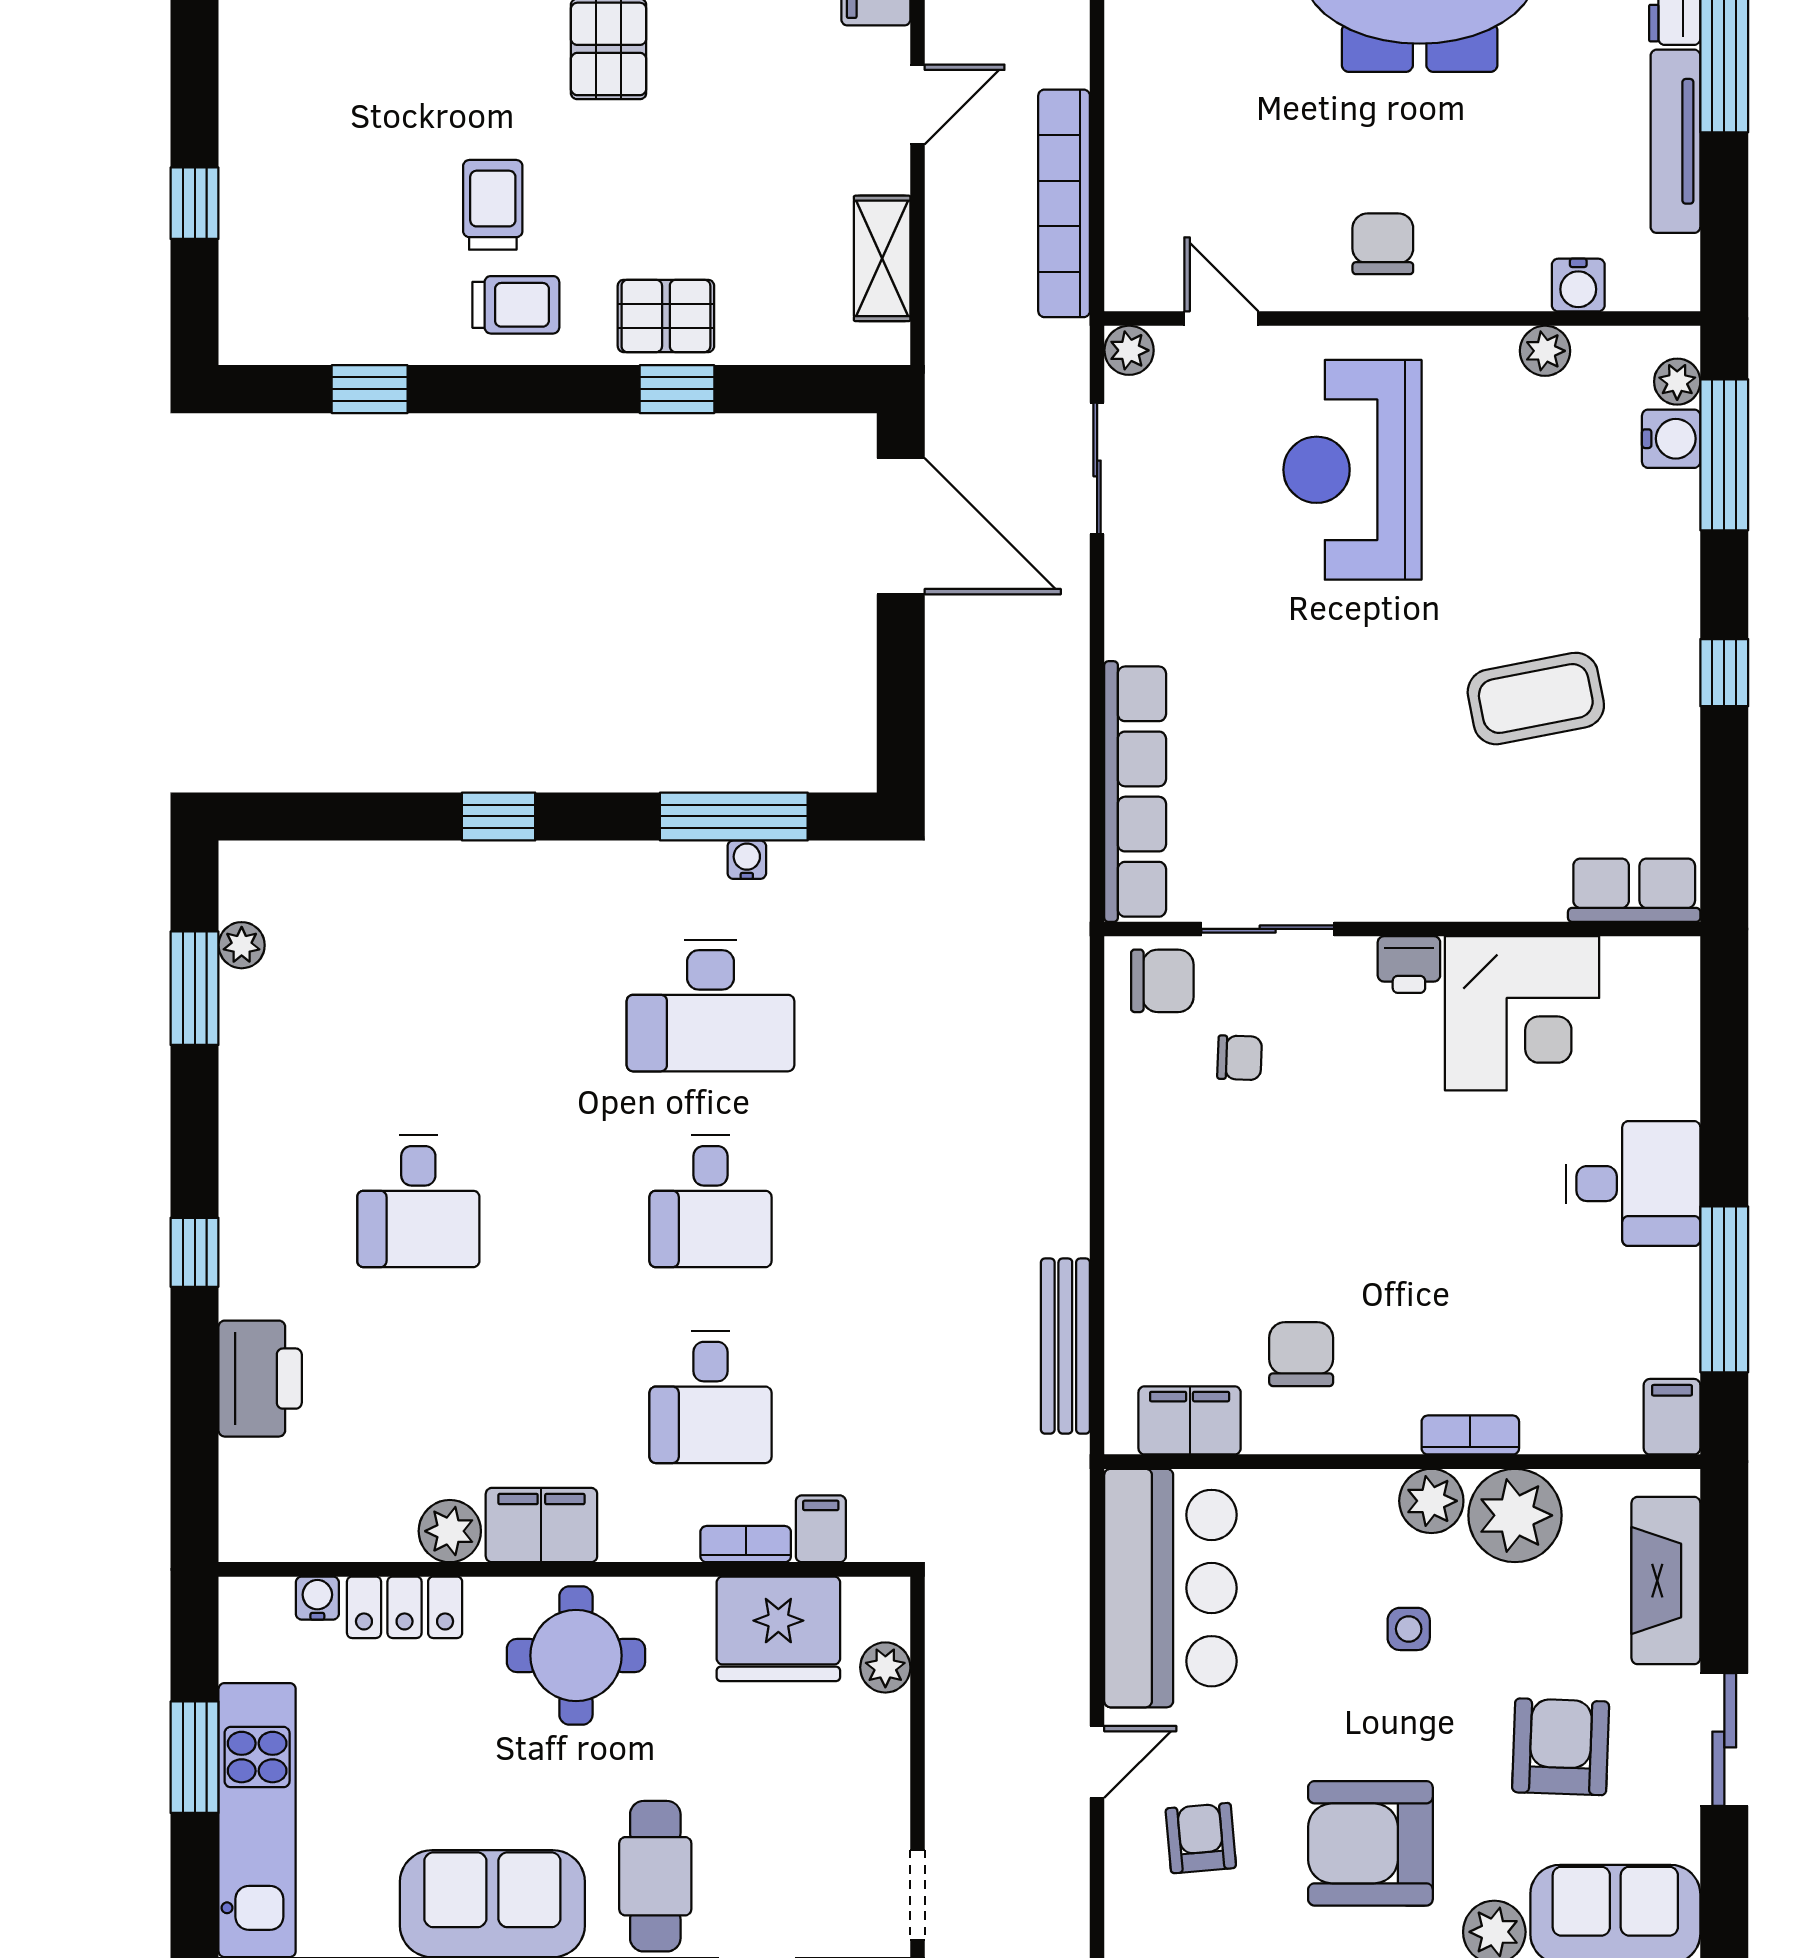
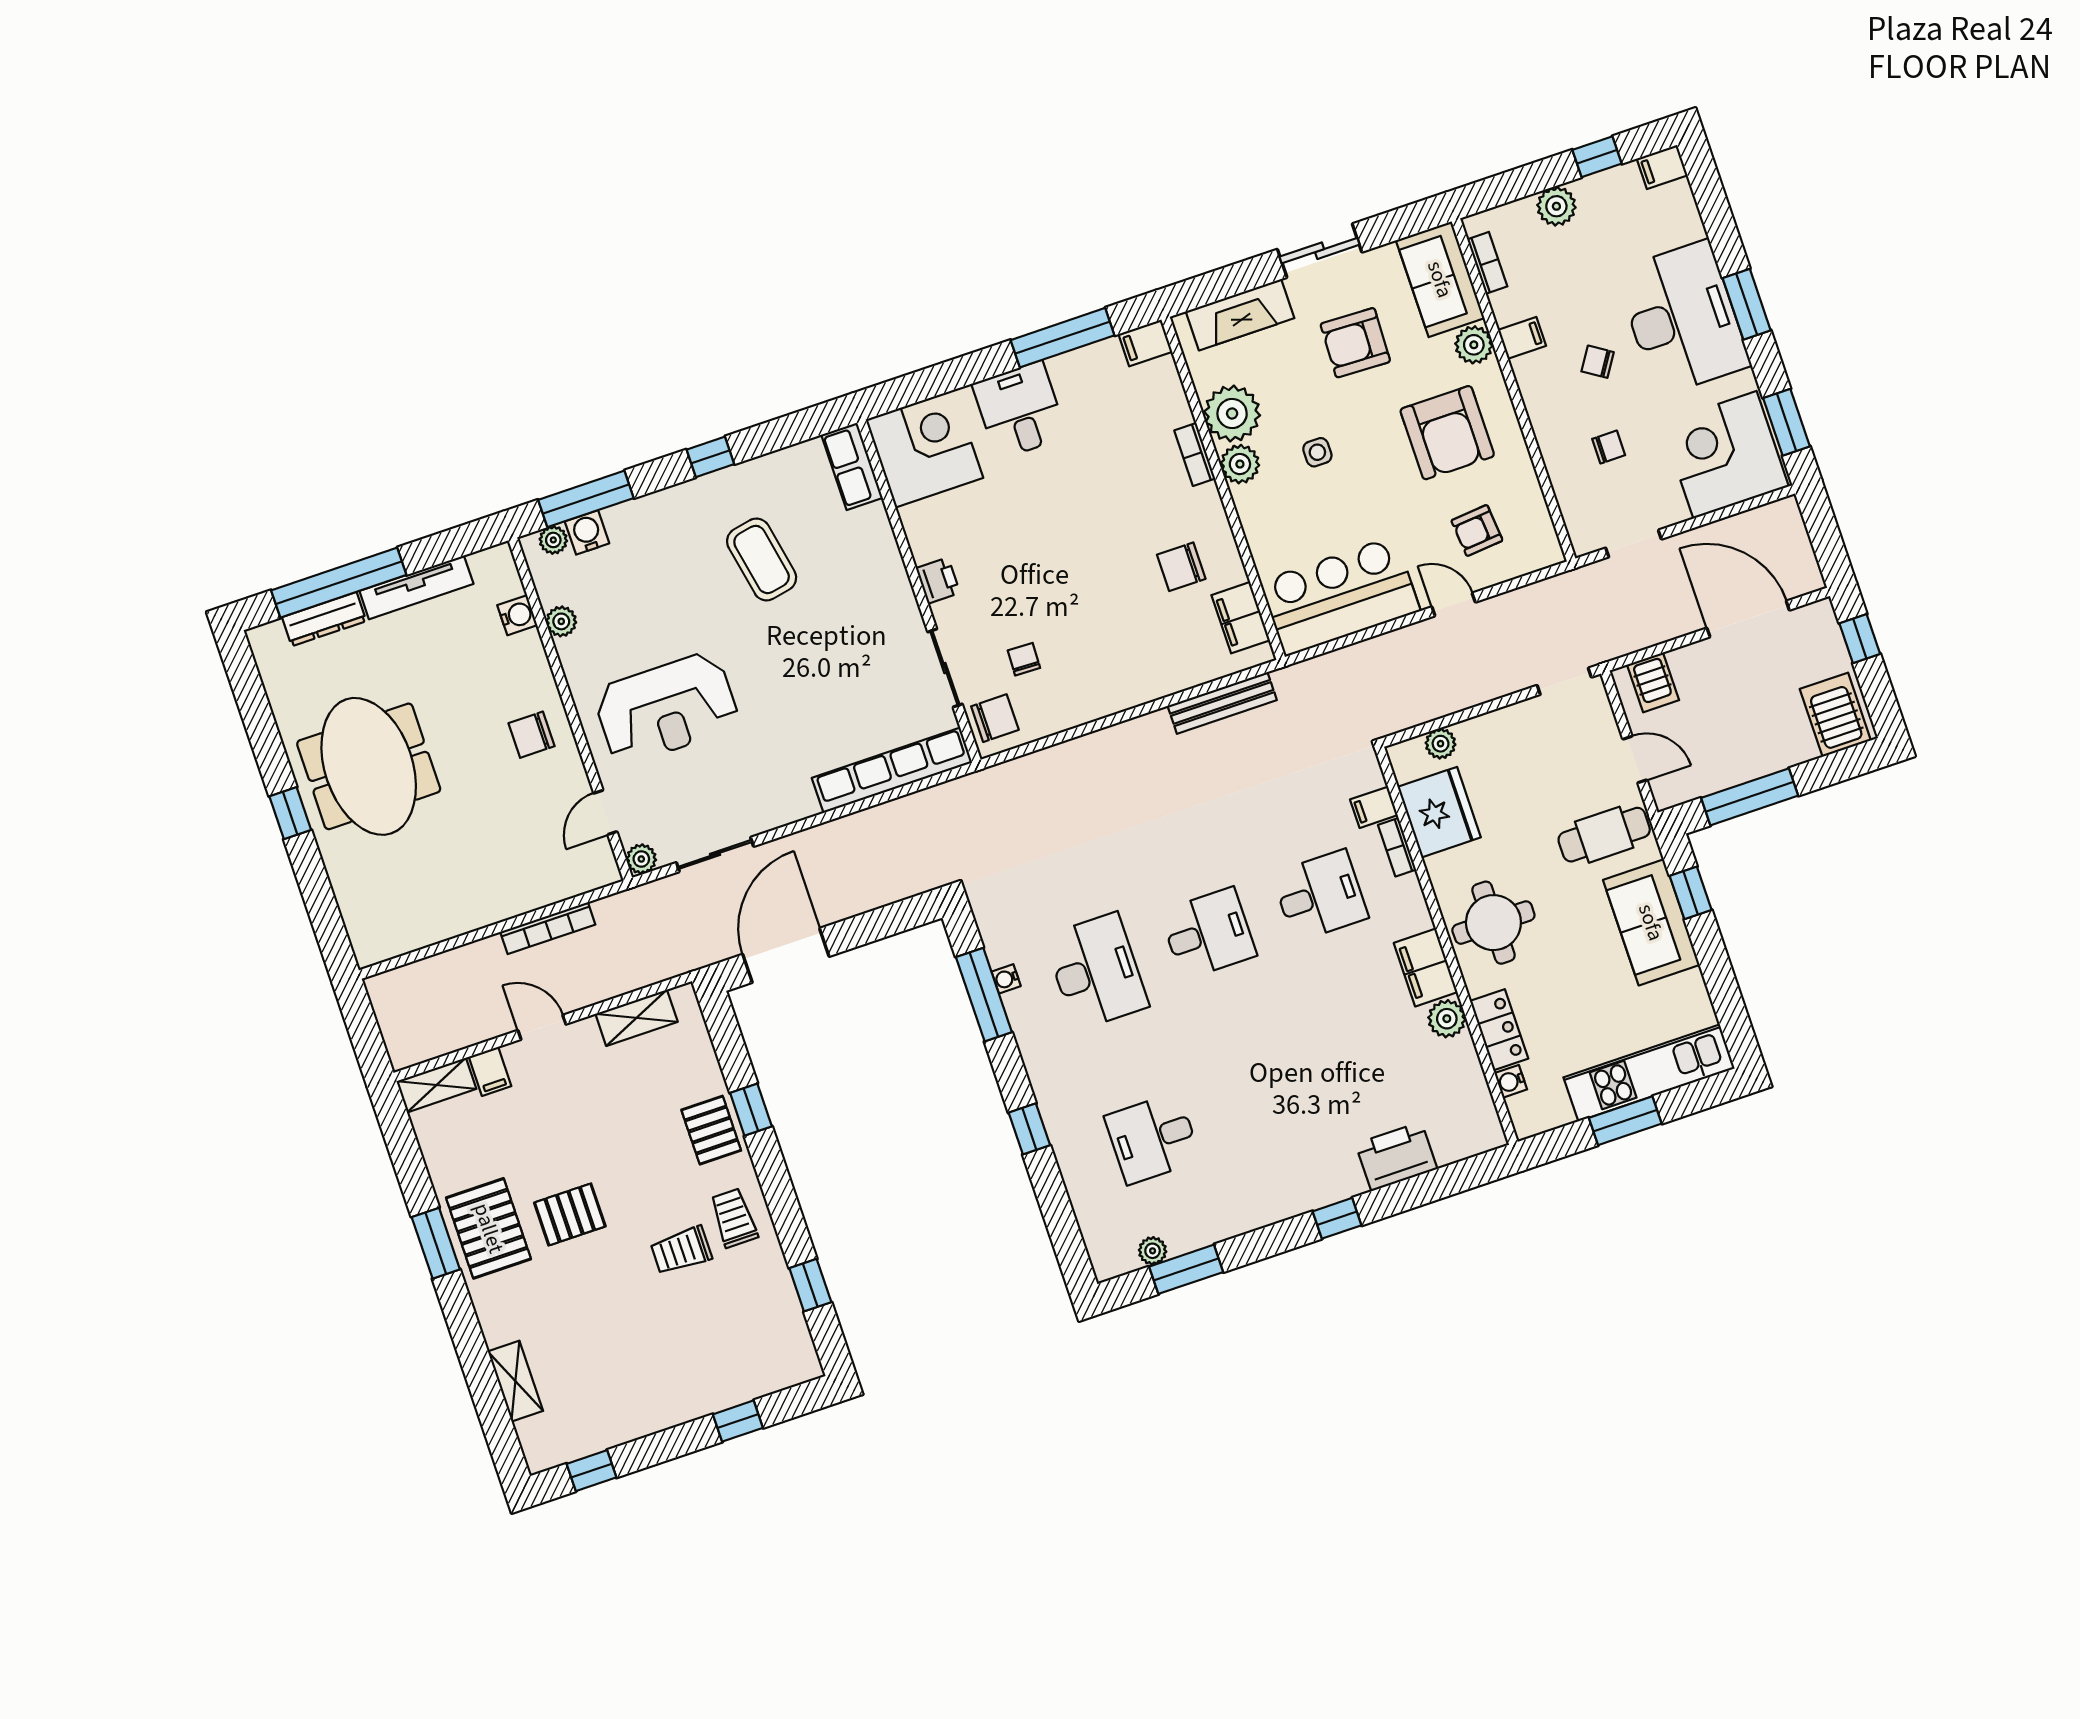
bookcase: (1064, 203) -> (548, 928), width x0.68, depth x0.76
chair: (1162, 981) -> (995, 718), turned 90
corner desk: (1522, 1013) -> (924, 449), moved
desk: (418, 1201) -> (1153, 1138), moved, turned 180

